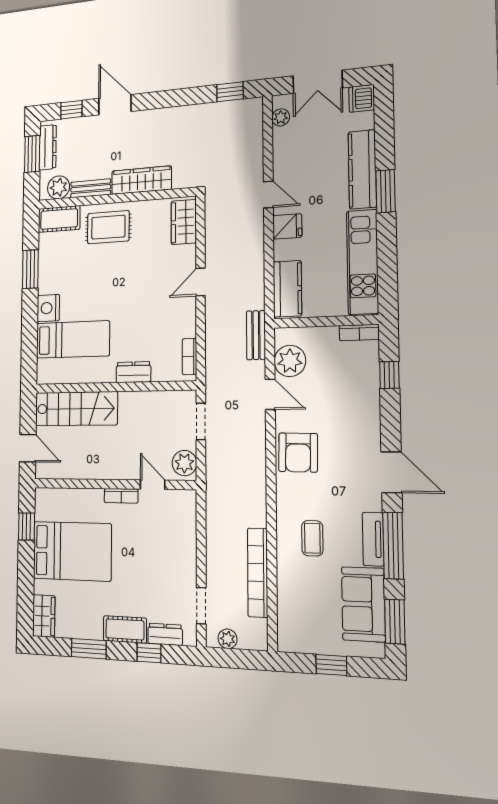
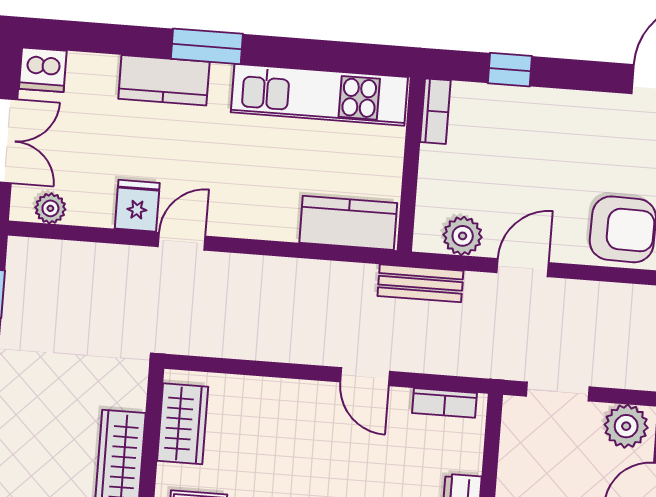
kitchen counter: (362, 169) -> (164, 80), width x0.67
wardrobe: (184, 222) -> (183, 424), moved, turned -90
fridge: (287, 226) -> (137, 206), moved
door: (201, 282) -> (365, 377), moved
plant: (290, 361) -> (463, 236), width x0.73, depth x0.73

